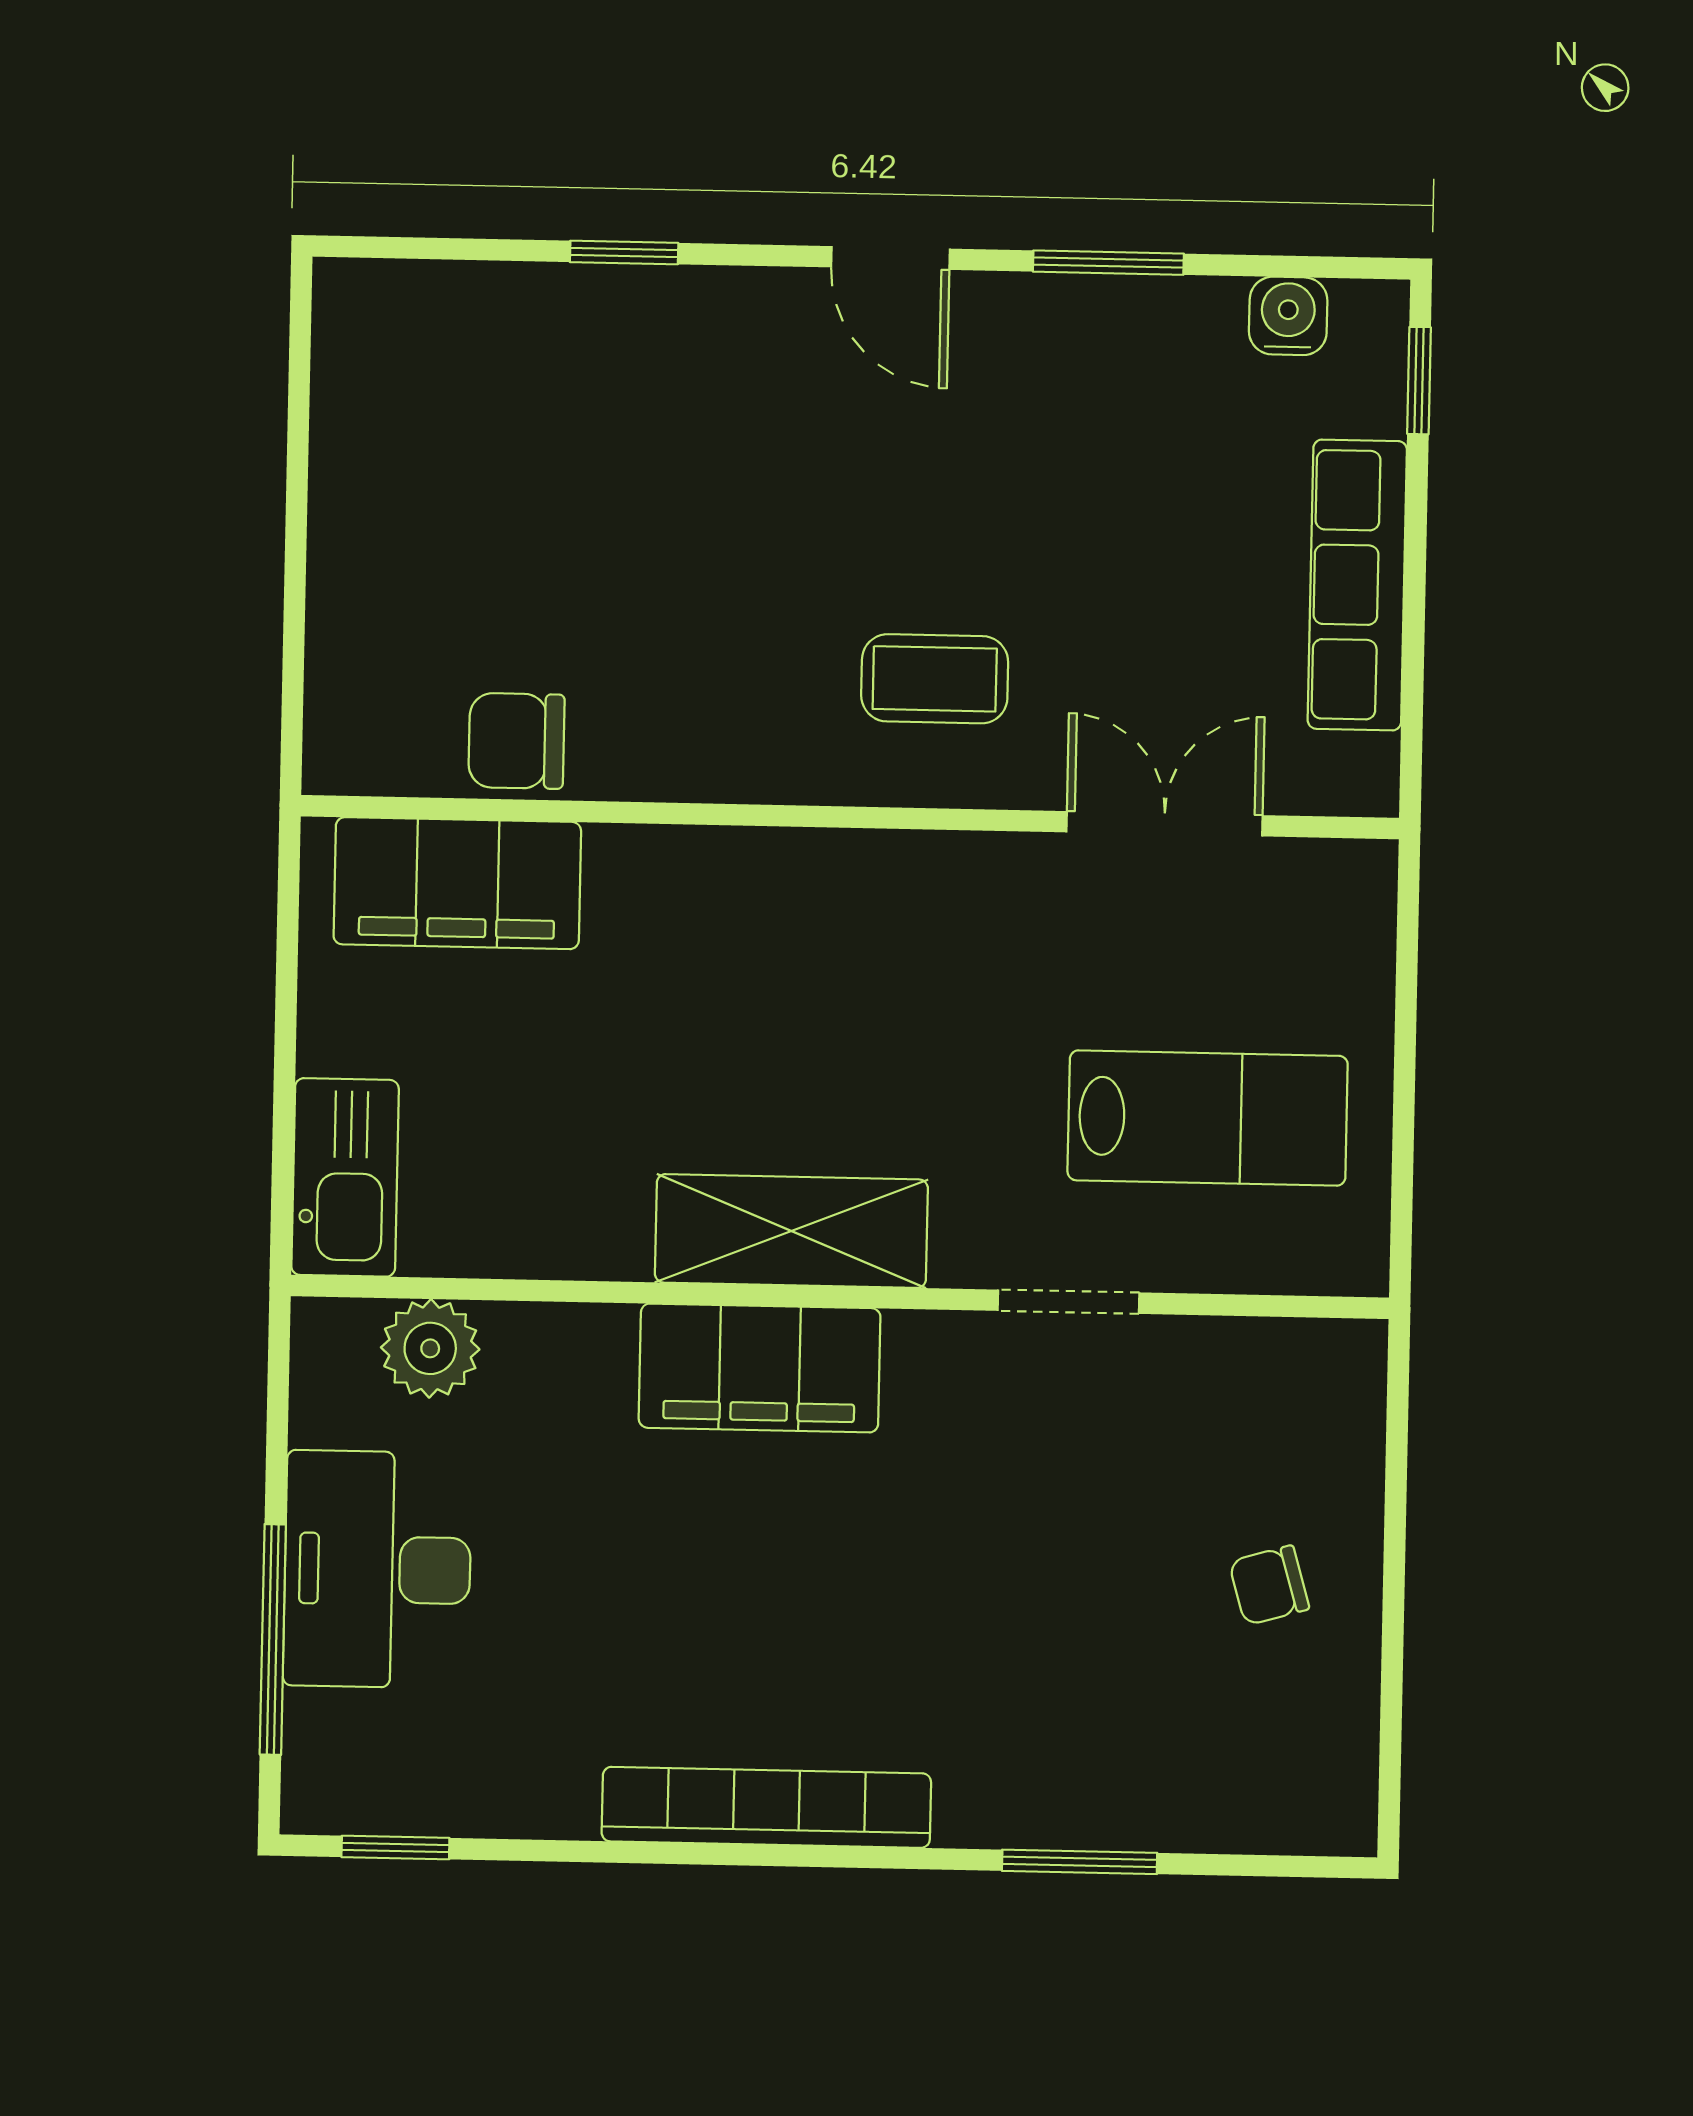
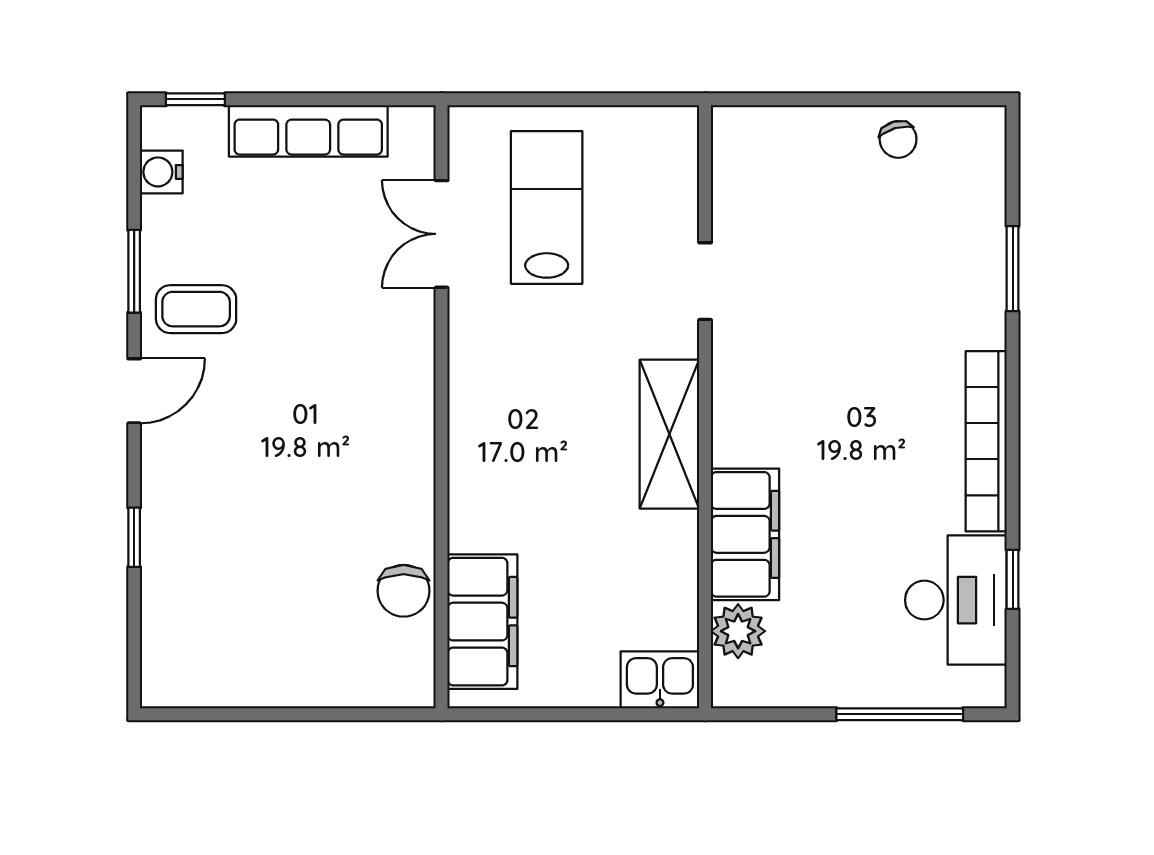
coffee table: (935, 679) -> (196, 309), moved, turned 90
lab bench: (1208, 1118) -> (547, 207), moved
kitchen sink: (345, 1177) -> (660, 680), width x0.73
filing cabinet: (760, 1368) -> (745, 534), moved
desk: (377, 1569) -> (956, 600), moved, turned -90
chair: (1269, 1585) -> (898, 139), moved
window: (395, 1848) -> (1013, 579), moved

